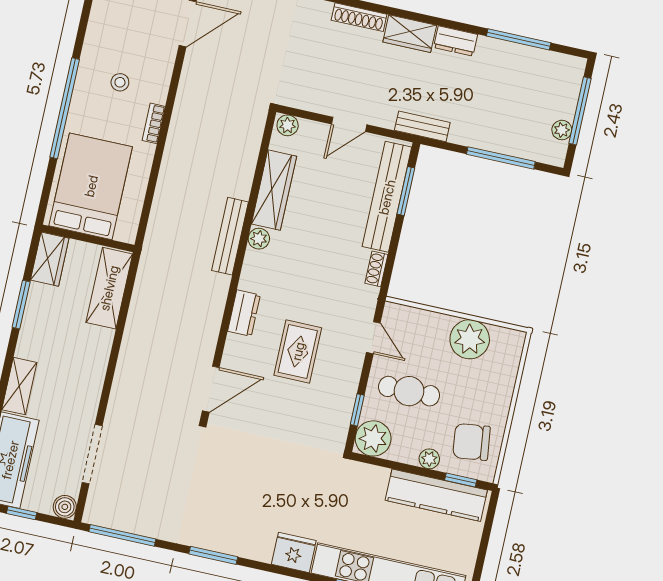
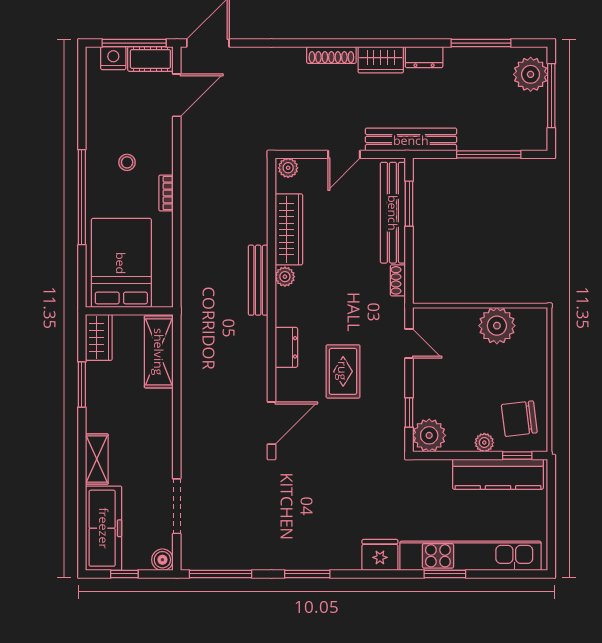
bench: (422, 126) -> (411, 140), width x1.86, depth x1.21
plant: (562, 130) -> (531, 74), moved, width x1.87, depth x1.87
cafe table: (409, 391) -> (452, 385), removed

